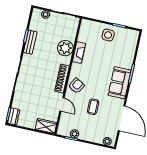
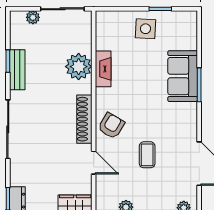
sofa: (120, 83) -> (183, 76), moved

